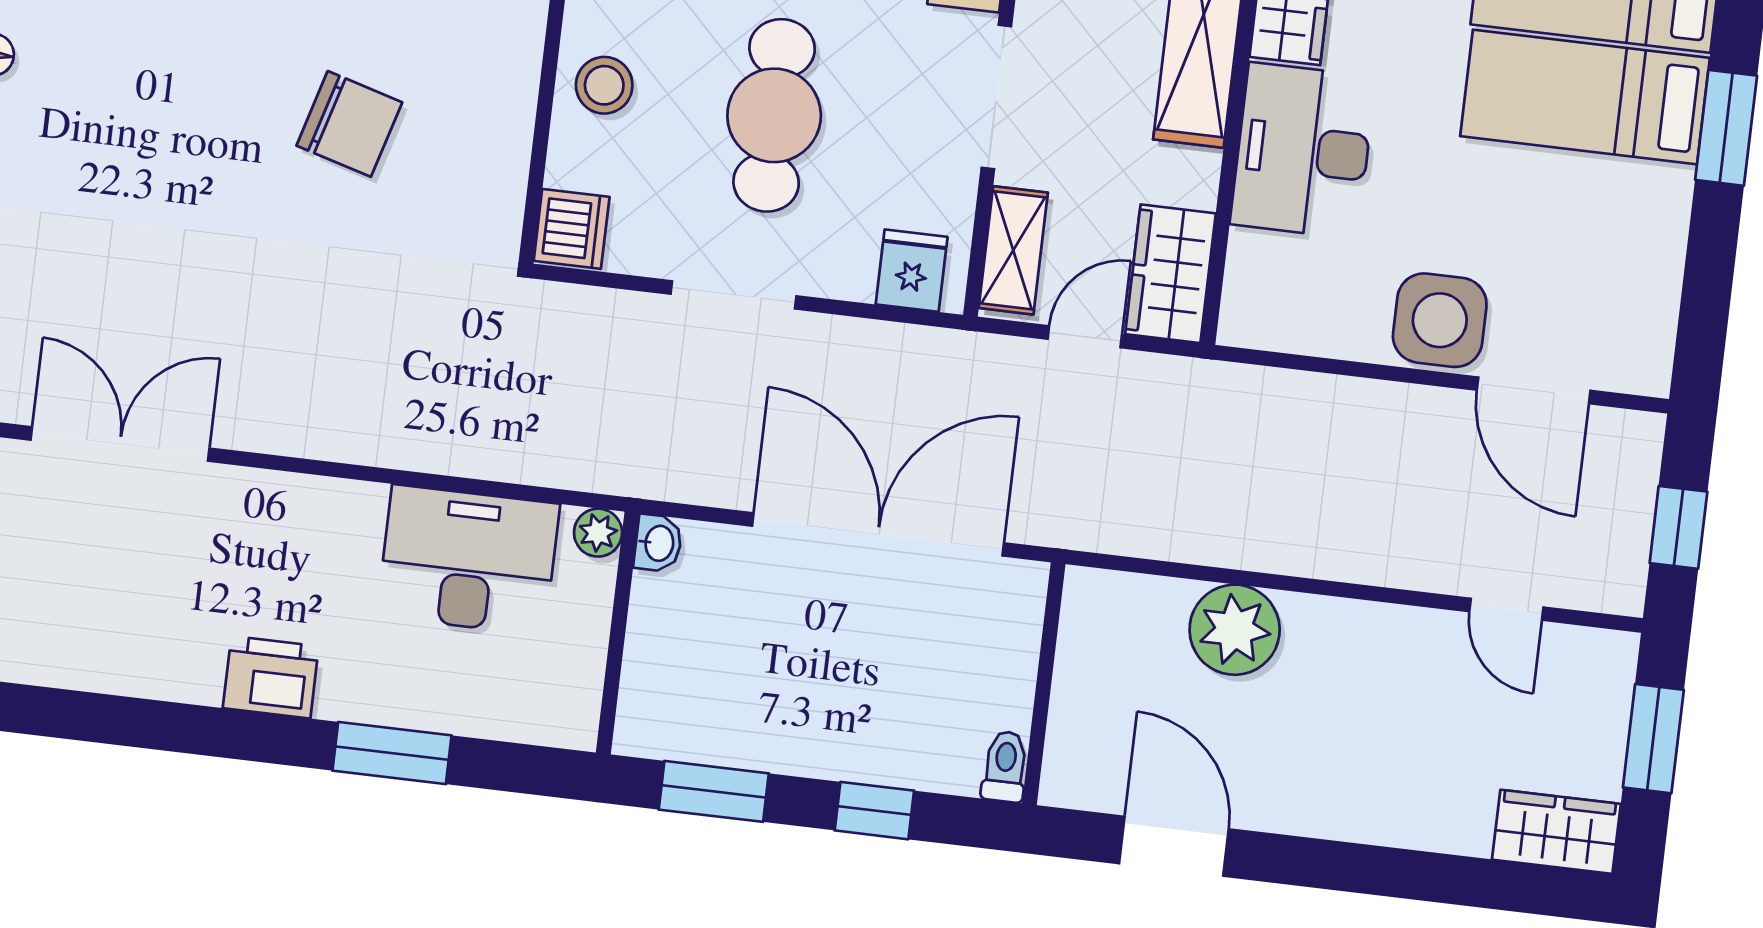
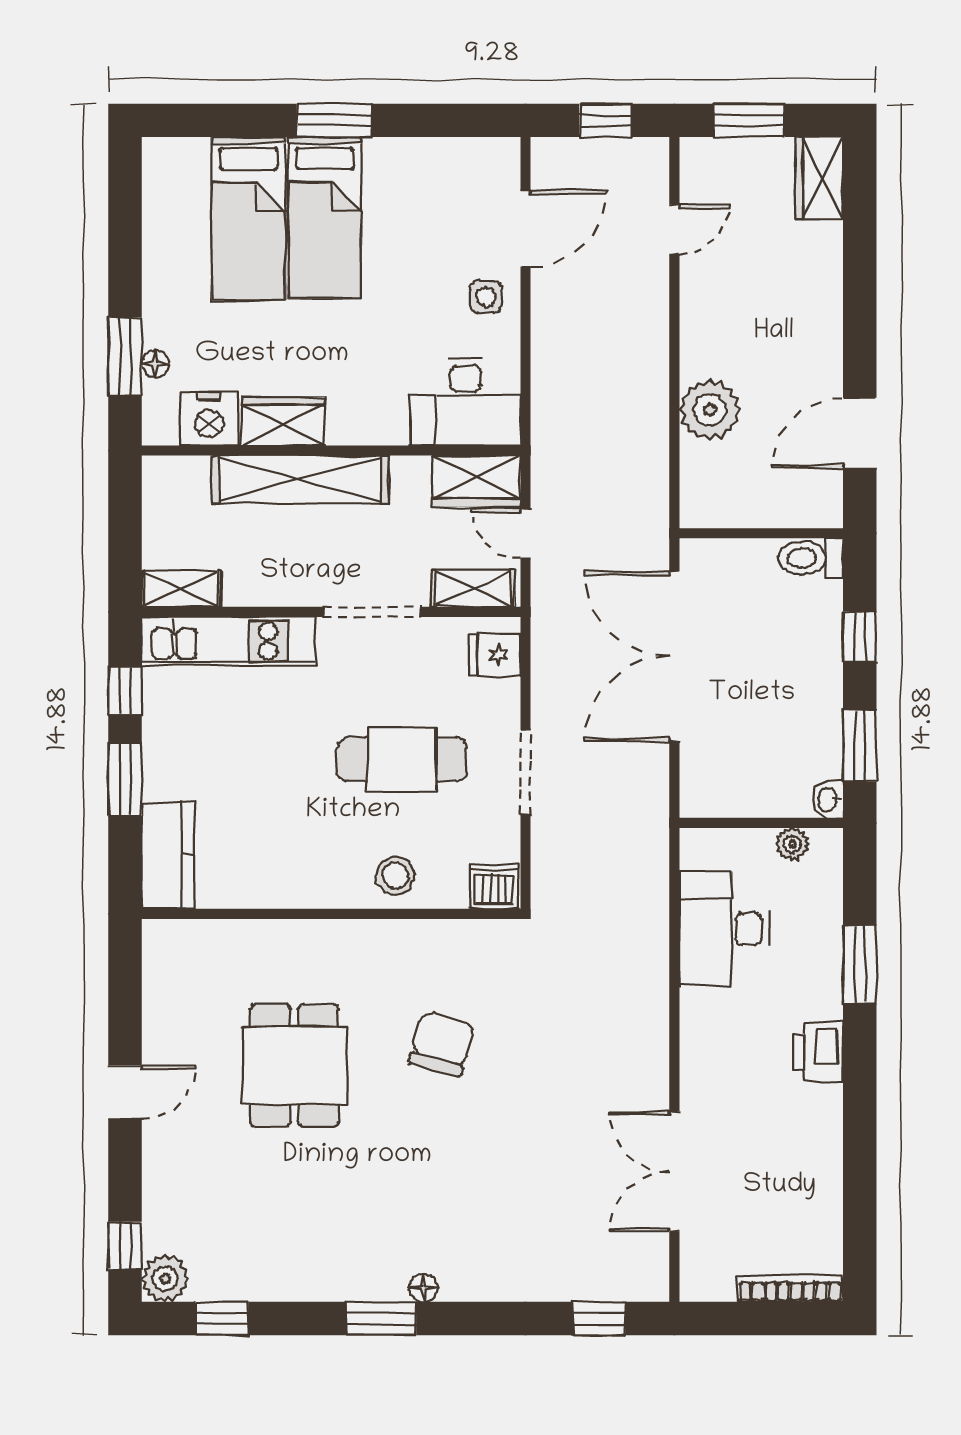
desk: (1303, 151) -> (465, 402), moved
side table: (1440, 320) -> (486, 297), width x0.54, depth x0.54
plant: (598, 533) -> (792, 844), moved
washbasin: (658, 543) -> (828, 799), moved, turned -90
toilet: (1005, 767) -> (811, 558), width x1.37, depth x1.39

